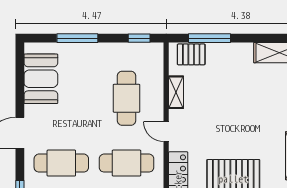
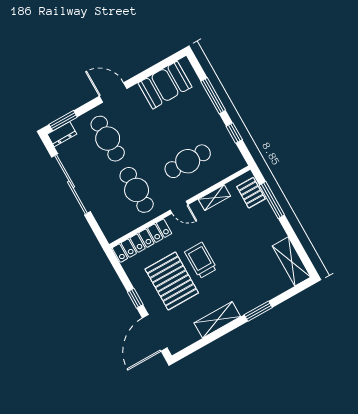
window: (139, 38) -> (234, 133), moved
door: (166, 132) -> (179, 207), swing flipped
trolley: (229, 139) -> (201, 260), added

